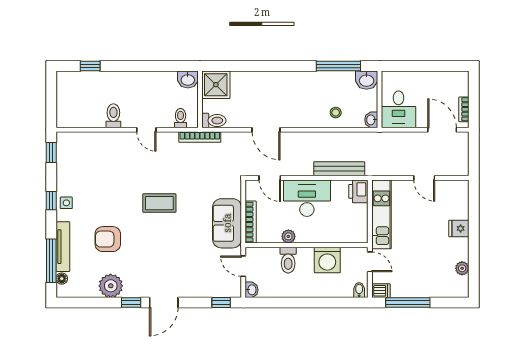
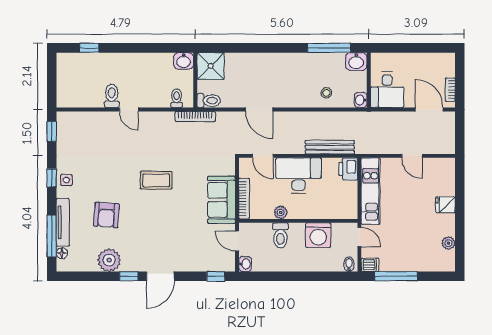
door: (146, 130) -> (129, 109), moved
armchair: (108, 239) -> (106, 215), turned -86

